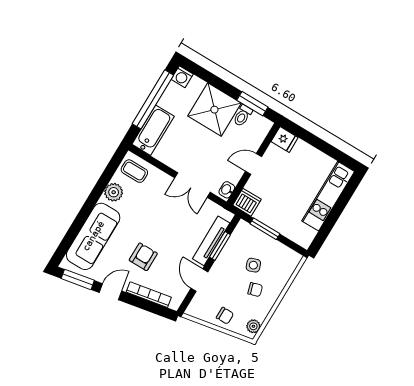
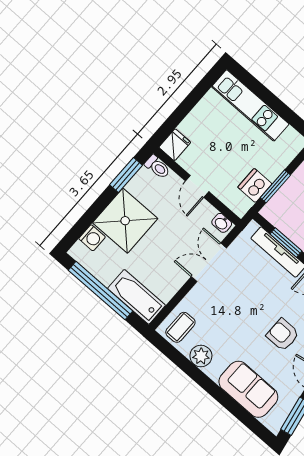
washing machine: (182, 77) -> (92, 238), moved
toilet: (243, 116) -> (157, 167), moved
double door: (192, 185) -> (209, 262), swing flipped
dishwasher: (247, 202) -> (255, 185), moved
sofa: (93, 236) -> (248, 389), width x0.73

